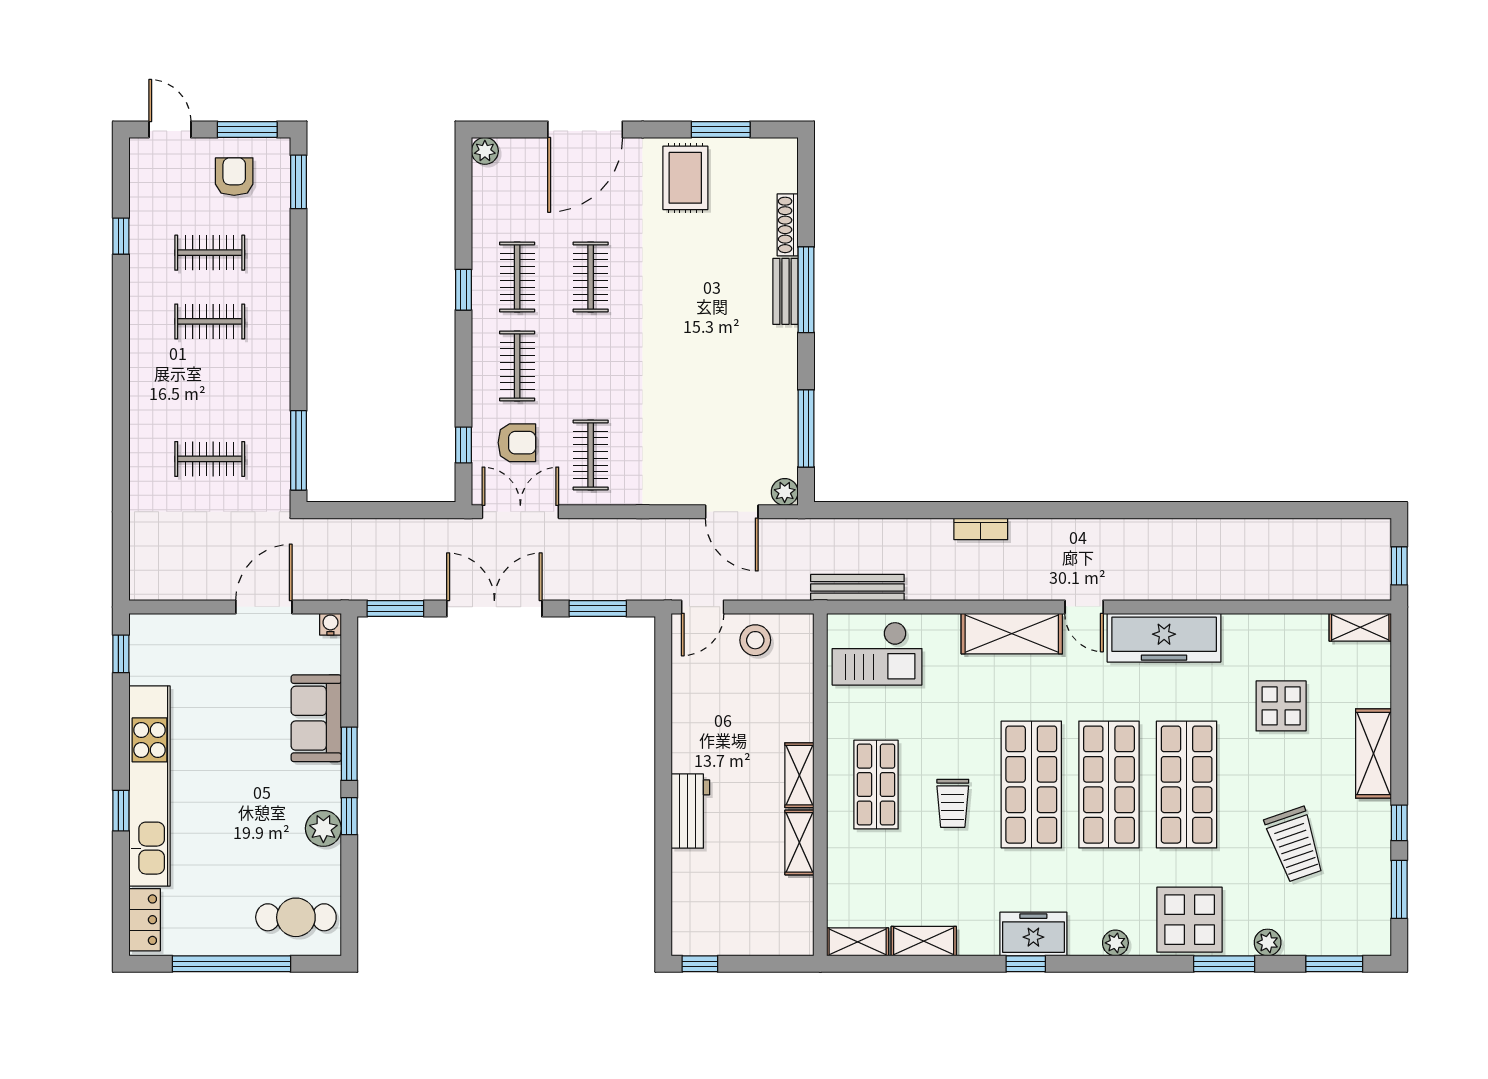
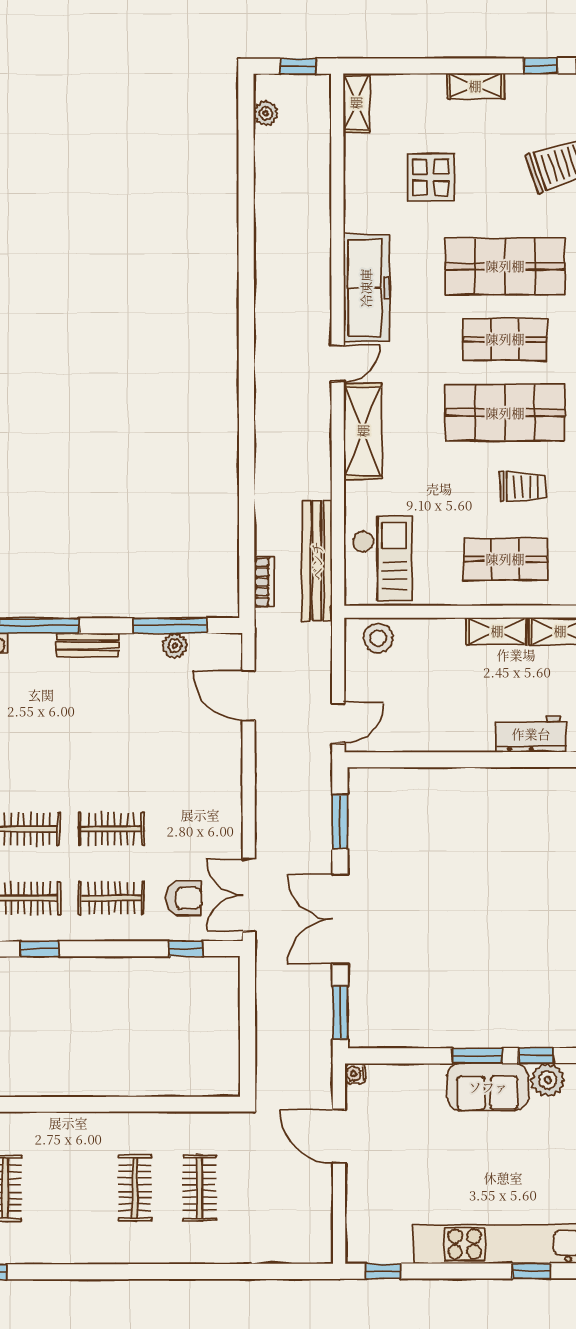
bench: (786, 291) -> (88, 645), moved
clothes rail: (210, 321) -> (135, 1188), moved
armchair: (517, 443) -> (184, 898), turned 90
window: (299, 450) -> (191, 1104), removed
clothes rail: (591, 455) -> (111, 829), moved
plant: (785, 492) -> (175, 646), moved
door: (732, 512) -> (248, 696), swing flipped
bookcase: (981, 529) -> (264, 582), moved
plant: (1349, 531) -> (266, 113), added
bench: (857, 587) -> (317, 561), width x1.37, depth x1.21
door: (703, 607) -> (338, 723), hinge flipped
stool: (755, 640) -> (378, 638), moved
sofa: (316, 718) -> (488, 1087), moved
shelving: (1373, 754) -> (475, 86), width x0.67, depth x0.75
shop shelf: (1109, 785) -> (505, 339), width x0.70, depth x0.74

